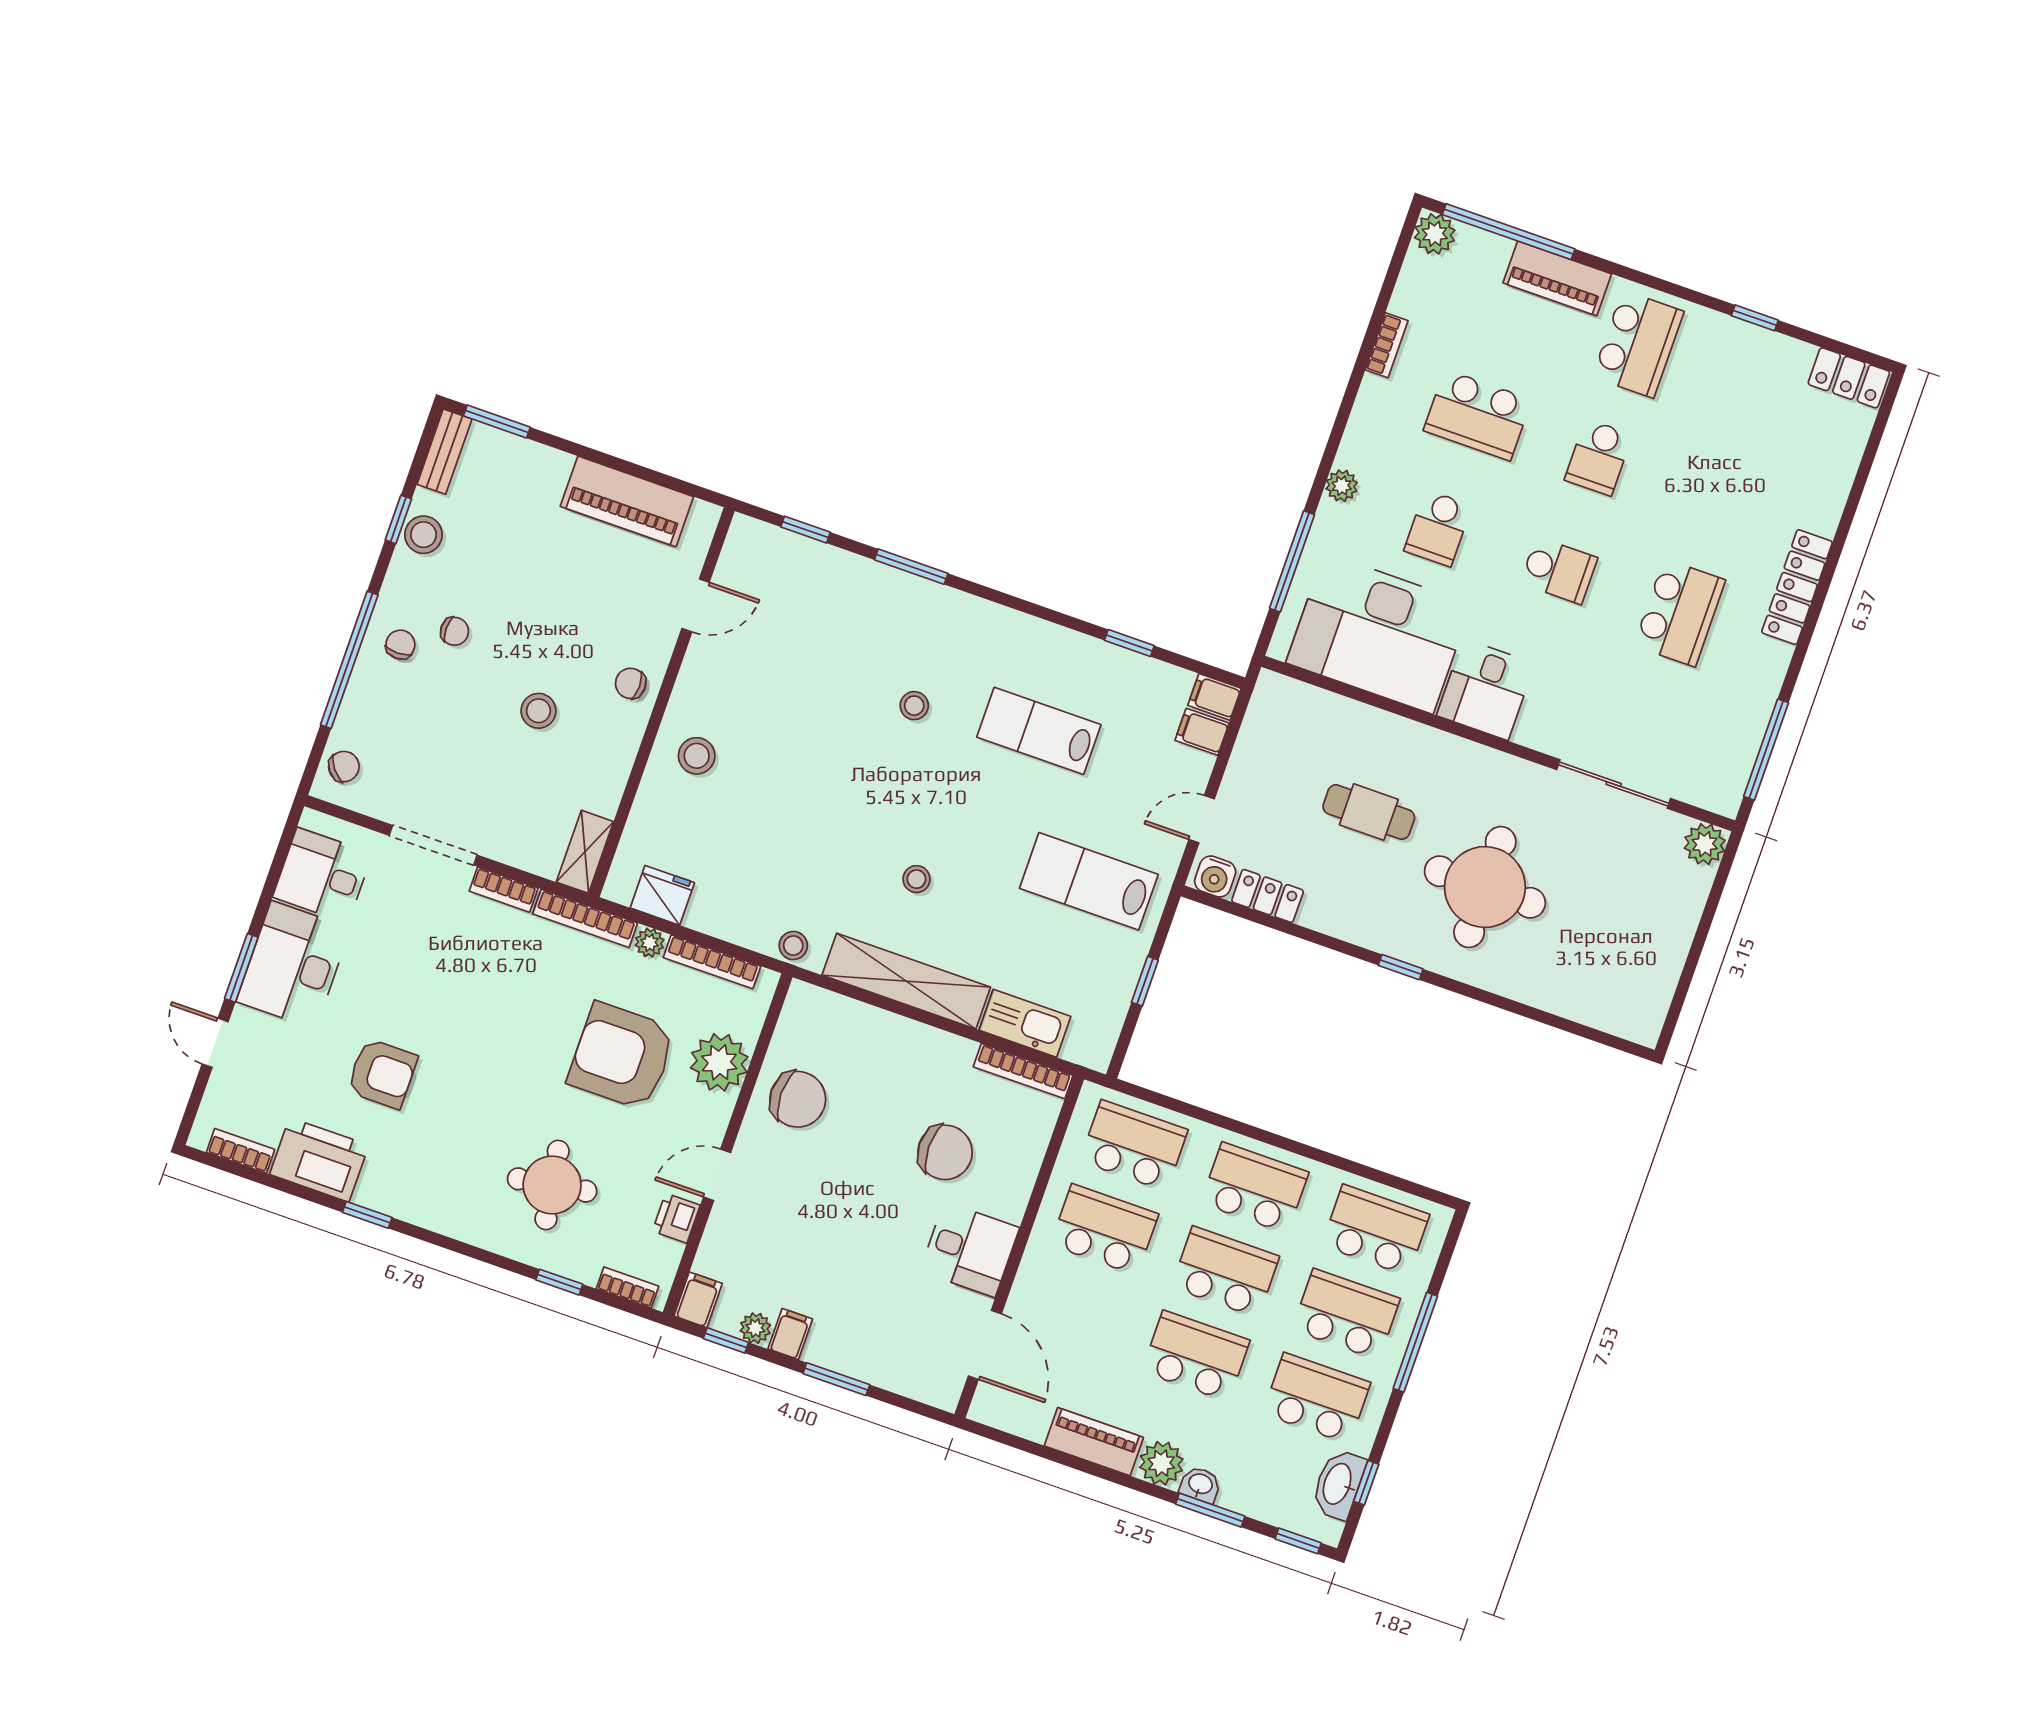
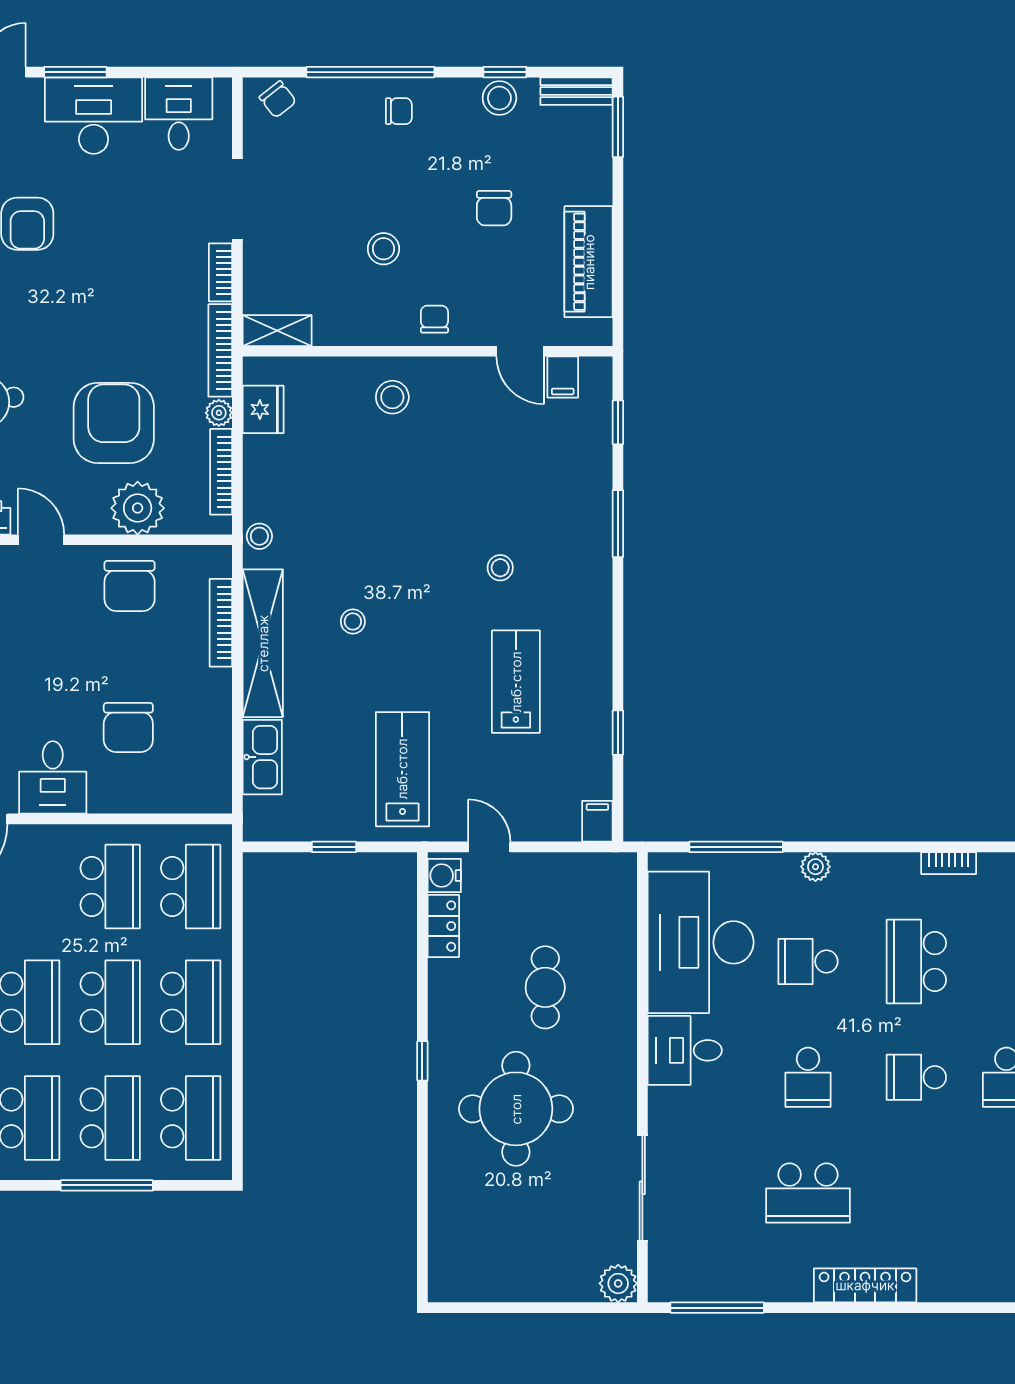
chair: (455, 631) -> (494, 208), moved, width x1.37, depth x1.37
filing cabinet: (1202, 732) -> (563, 377), moved, turned 180
bookcase: (1023, 1071) -> (221, 623), moved

